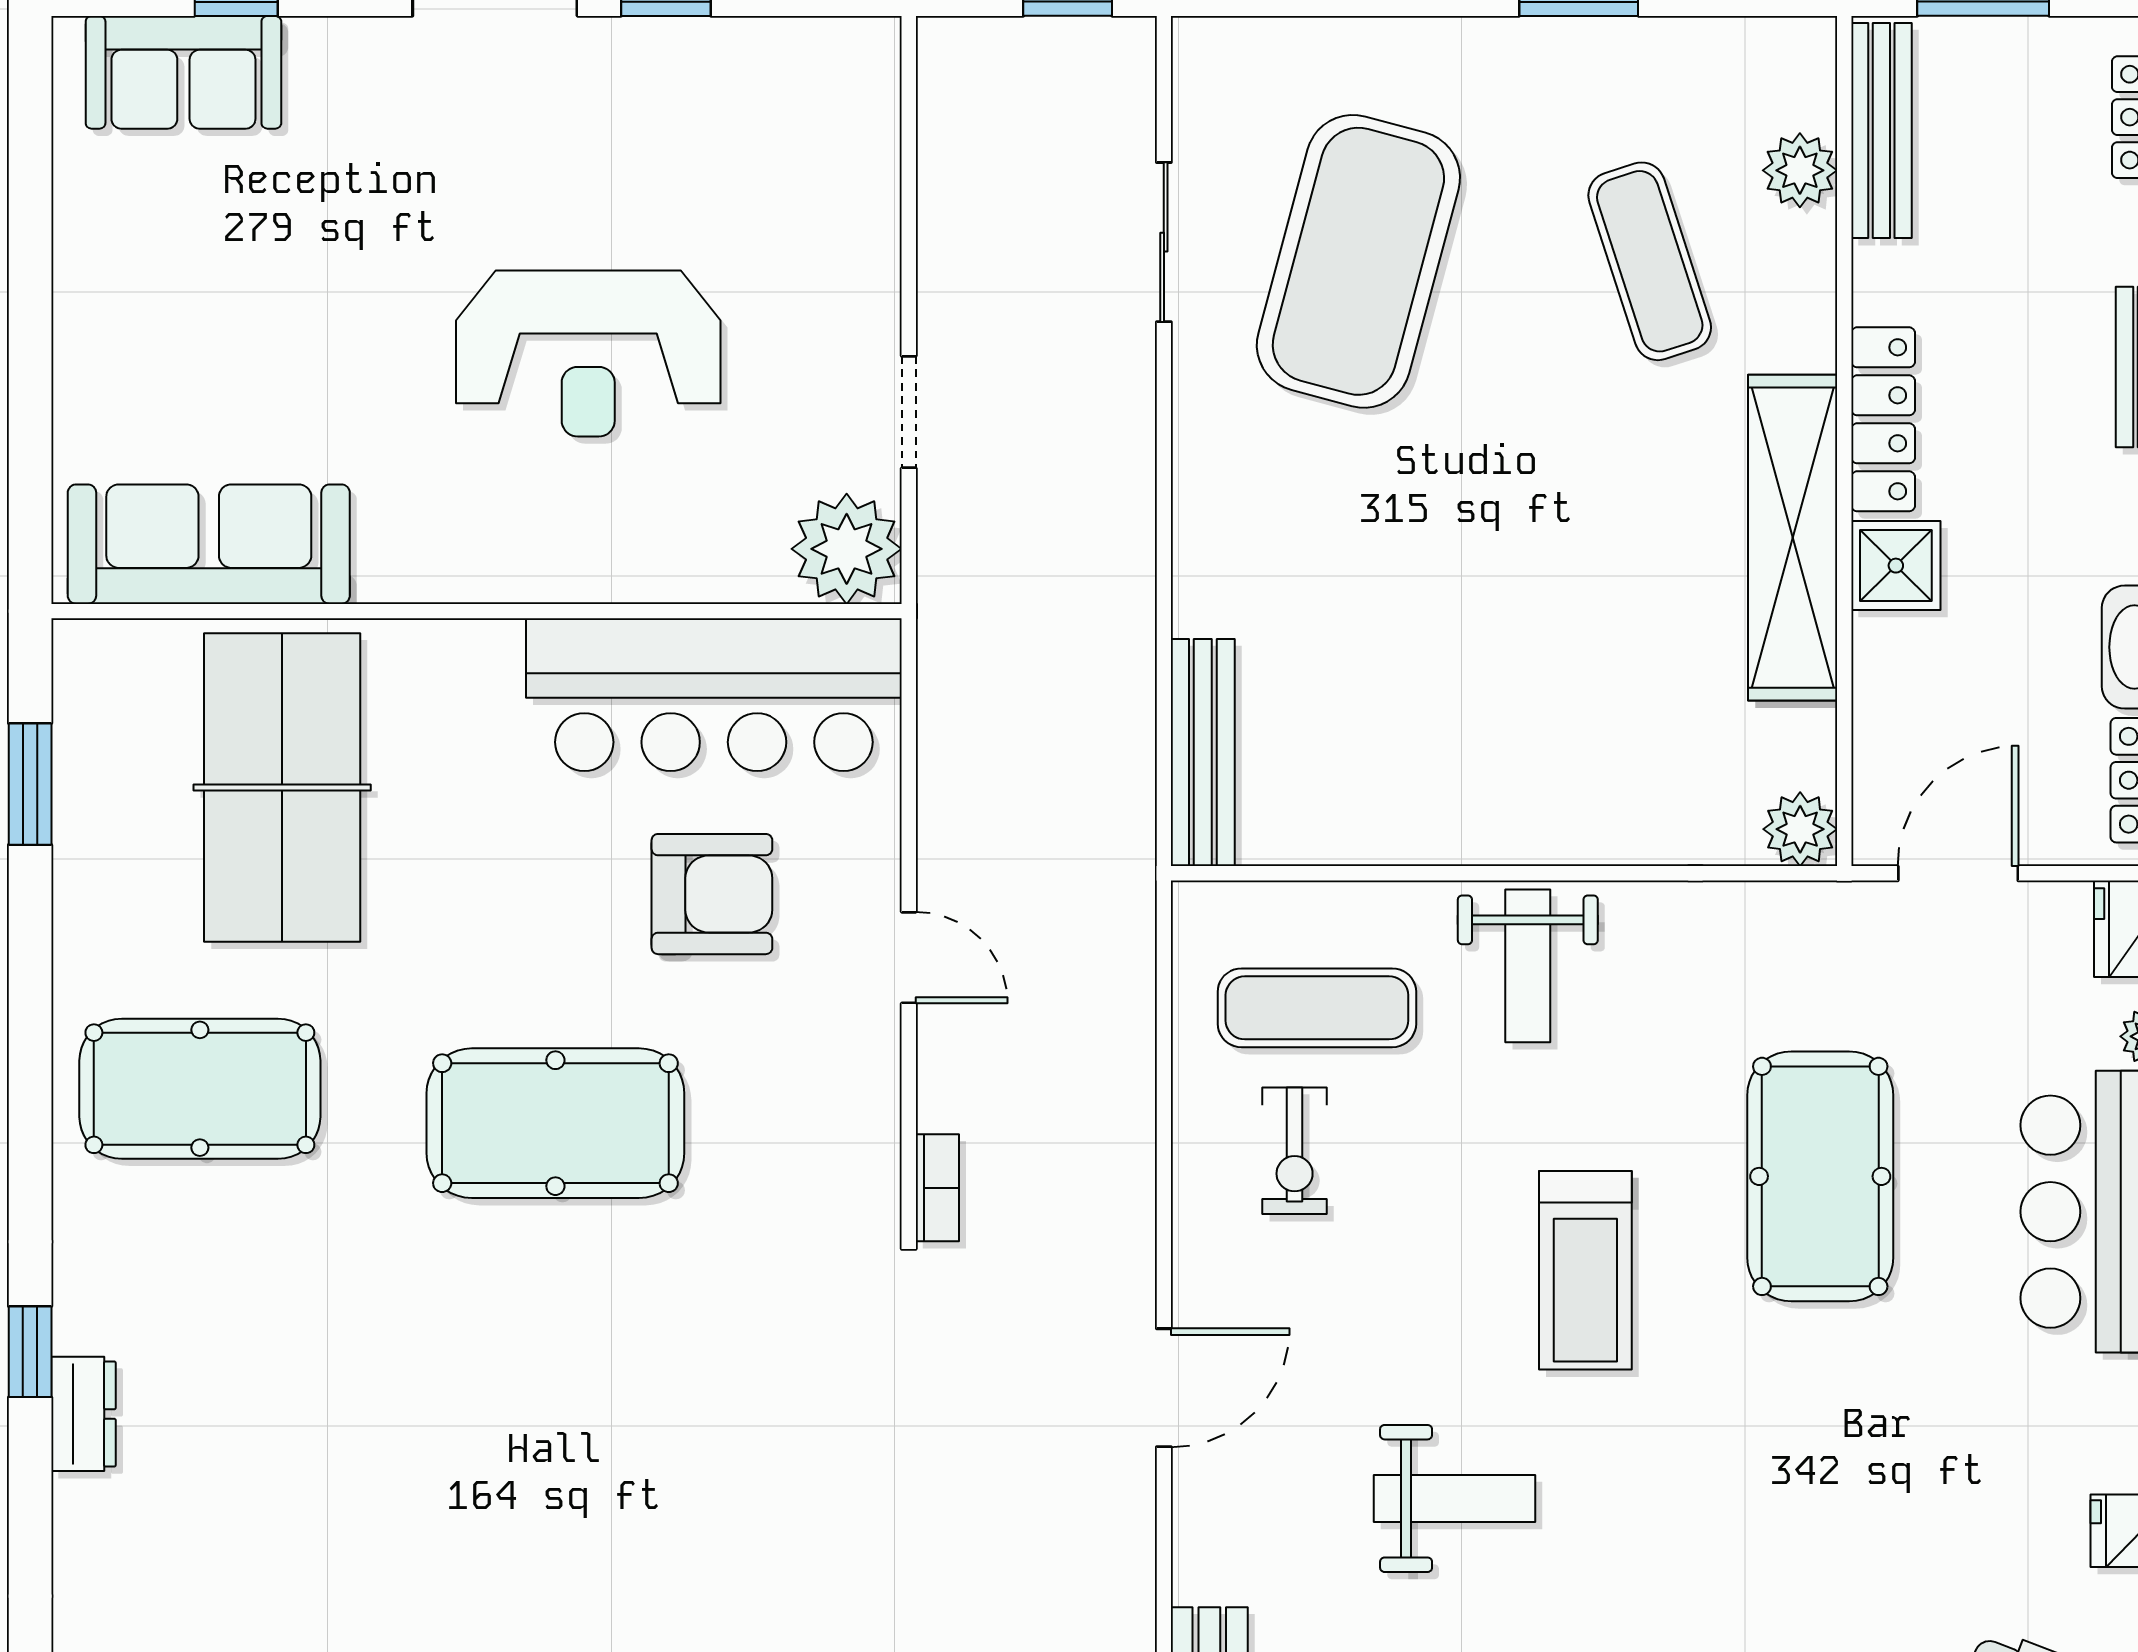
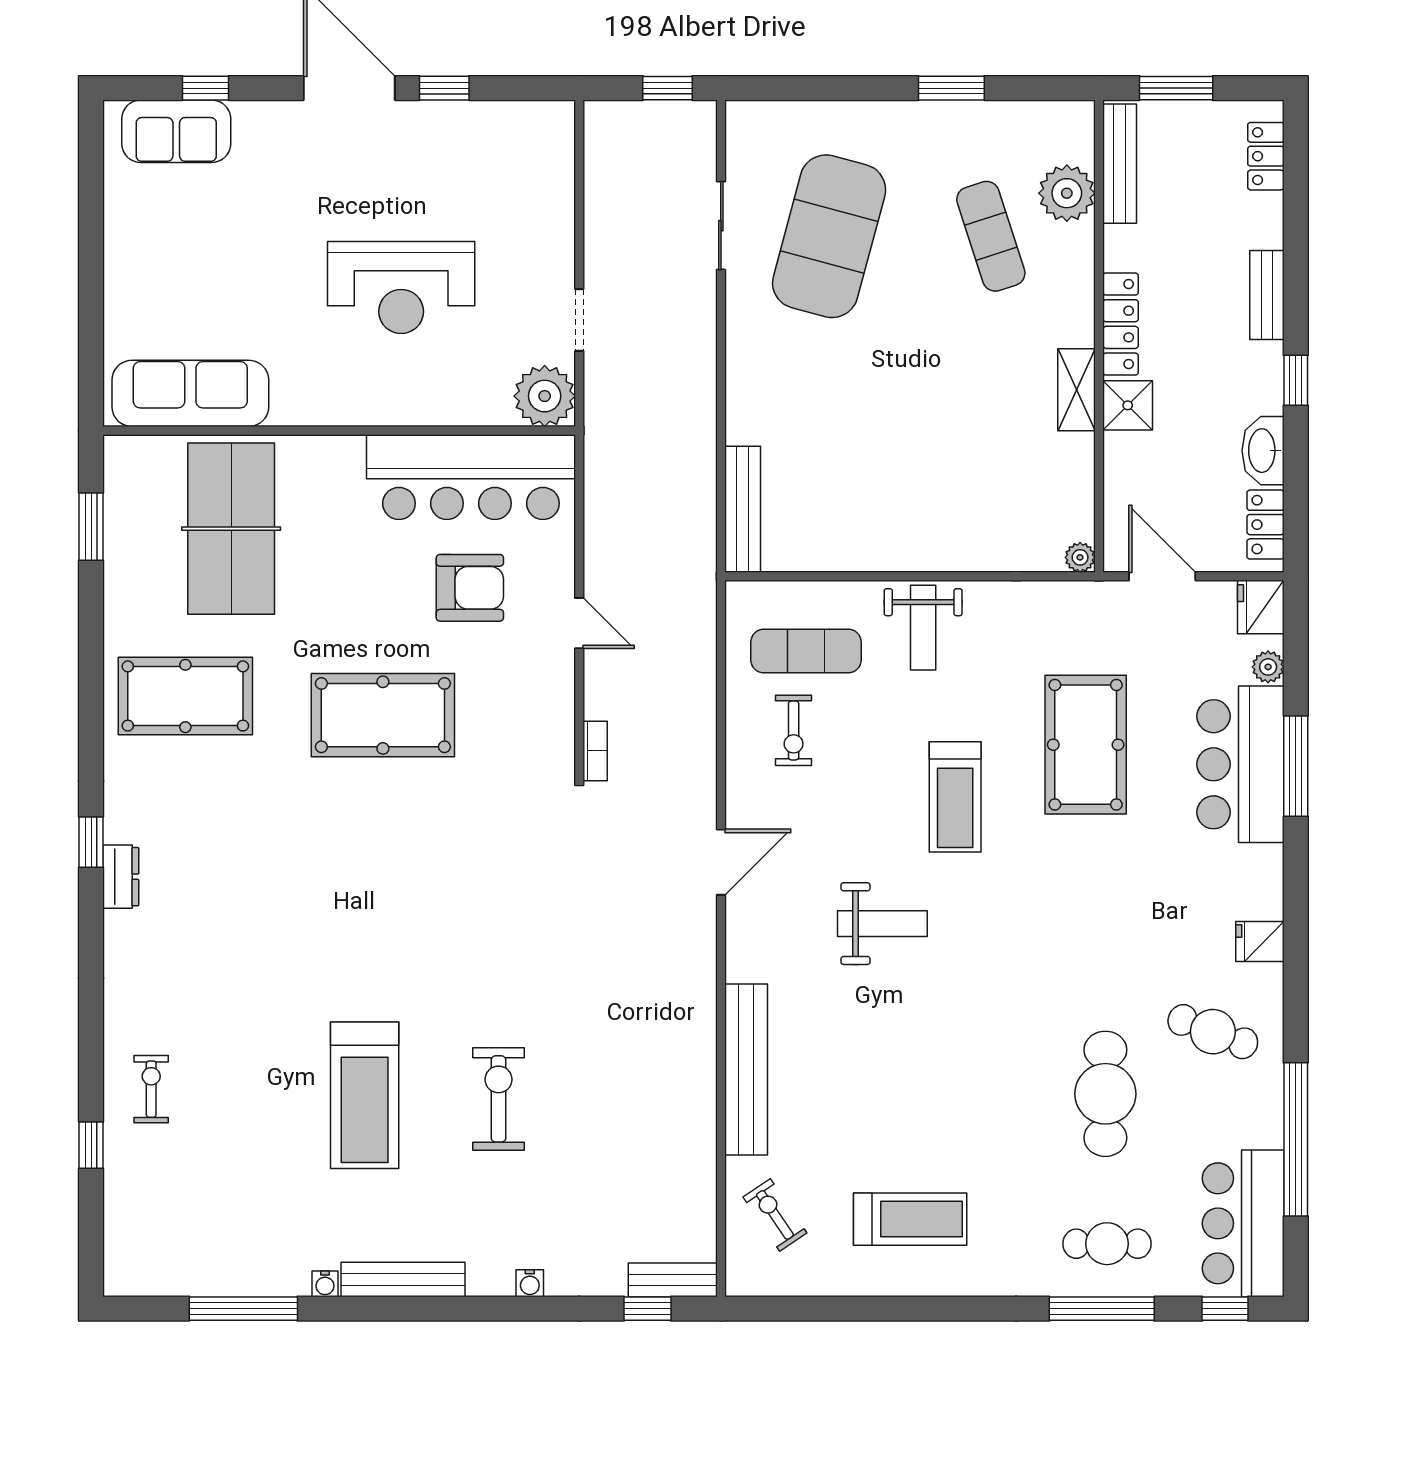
plant: (1800, 170) -> (1067, 193), width x1.36, depth x1.36
shelving: (1793, 538) -> (1076, 390), width x0.45, depth x0.75
plant: (1800, 829) -> (1080, 557), width x0.73, depth x0.73
door: (1958, 873) -> (1162, 576), hinge flipped

